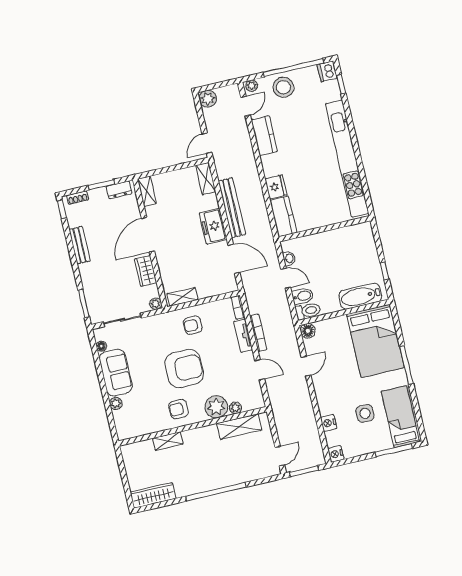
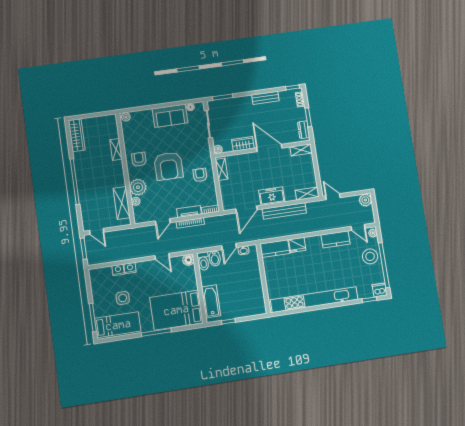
plant: (116, 403) -> (126, 117), moved
nightstand: (336, 454) -> (130, 268), moved

